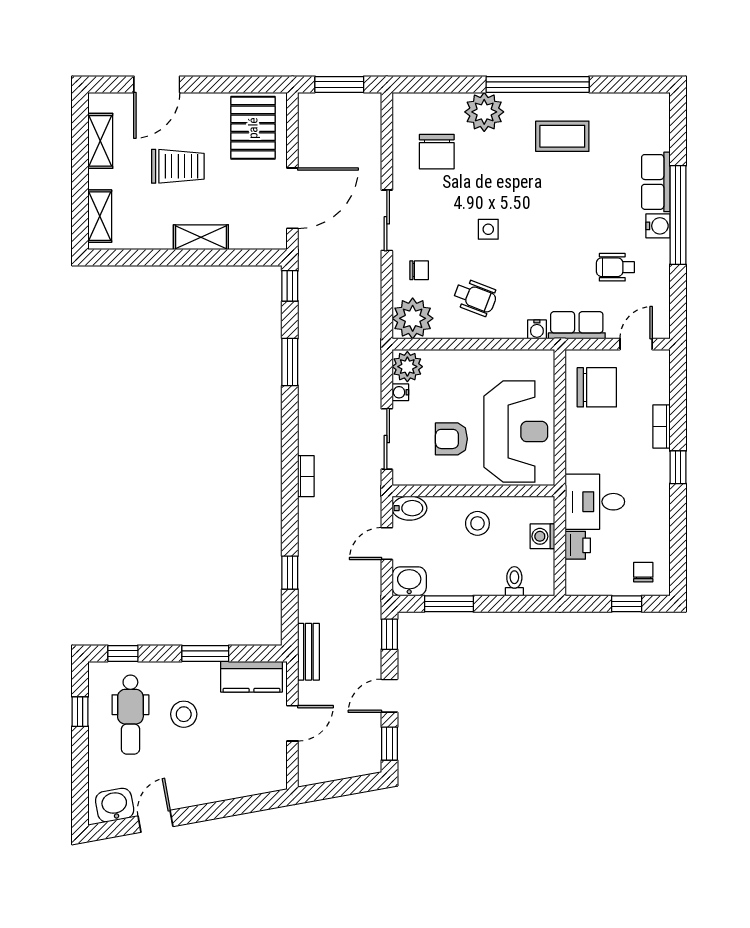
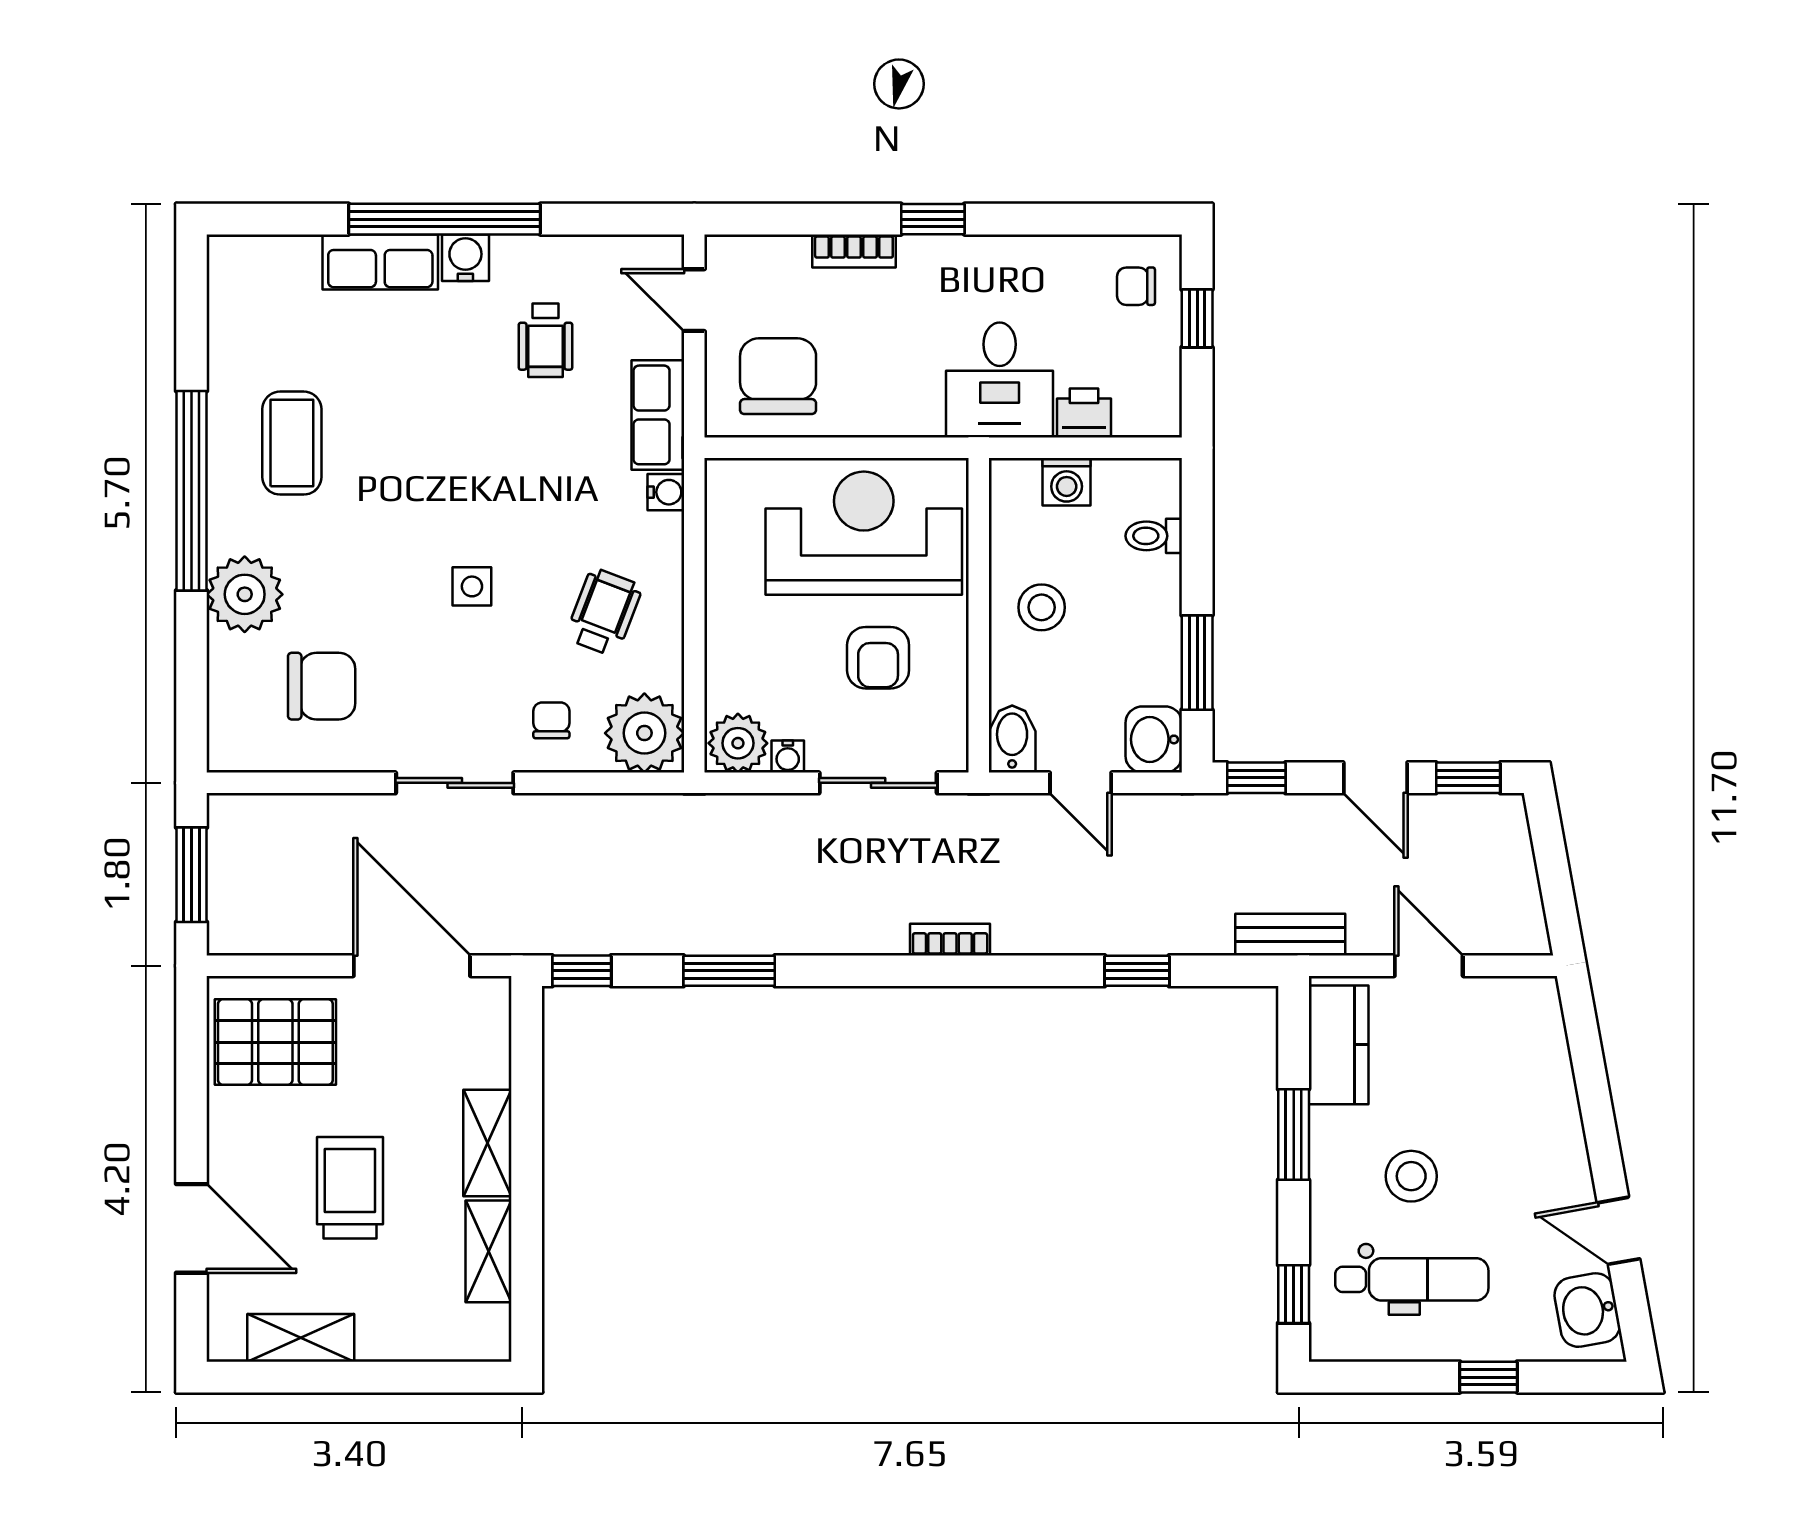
shelving: (100, 216) -> (489, 1251), moved, turned 90
window: (80, 712) -> (1488, 1377), moved

